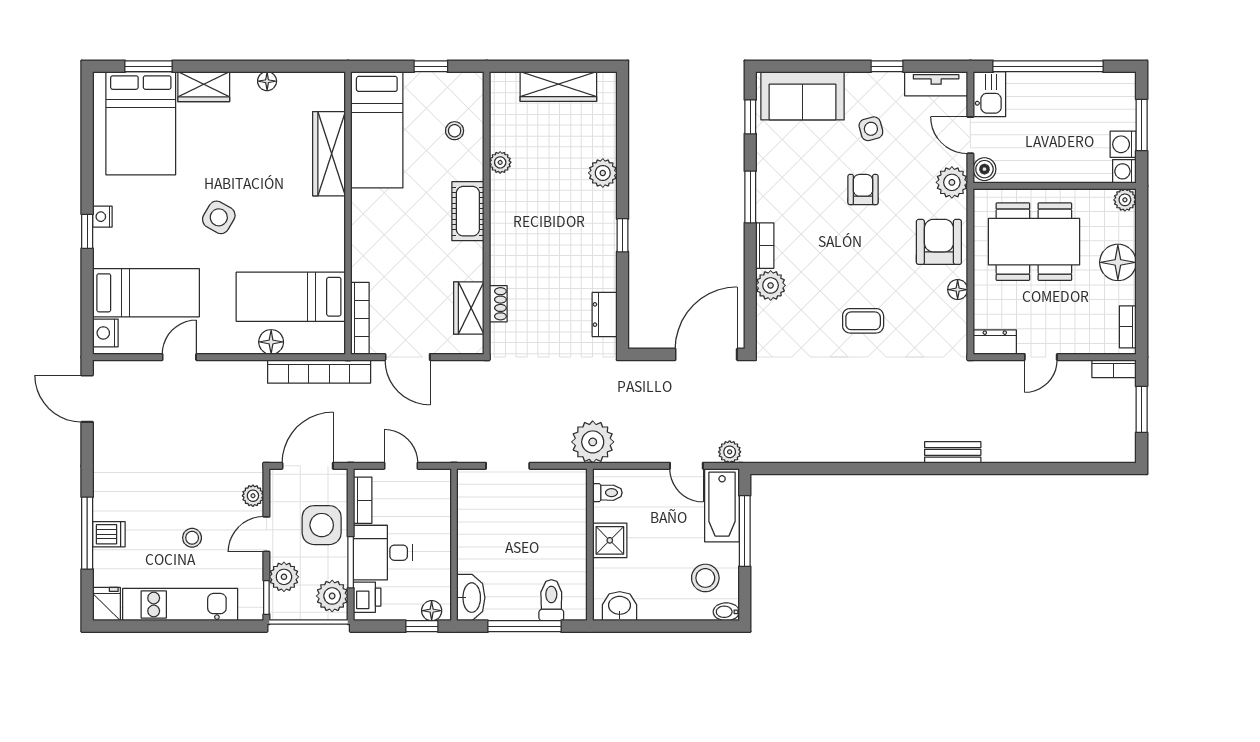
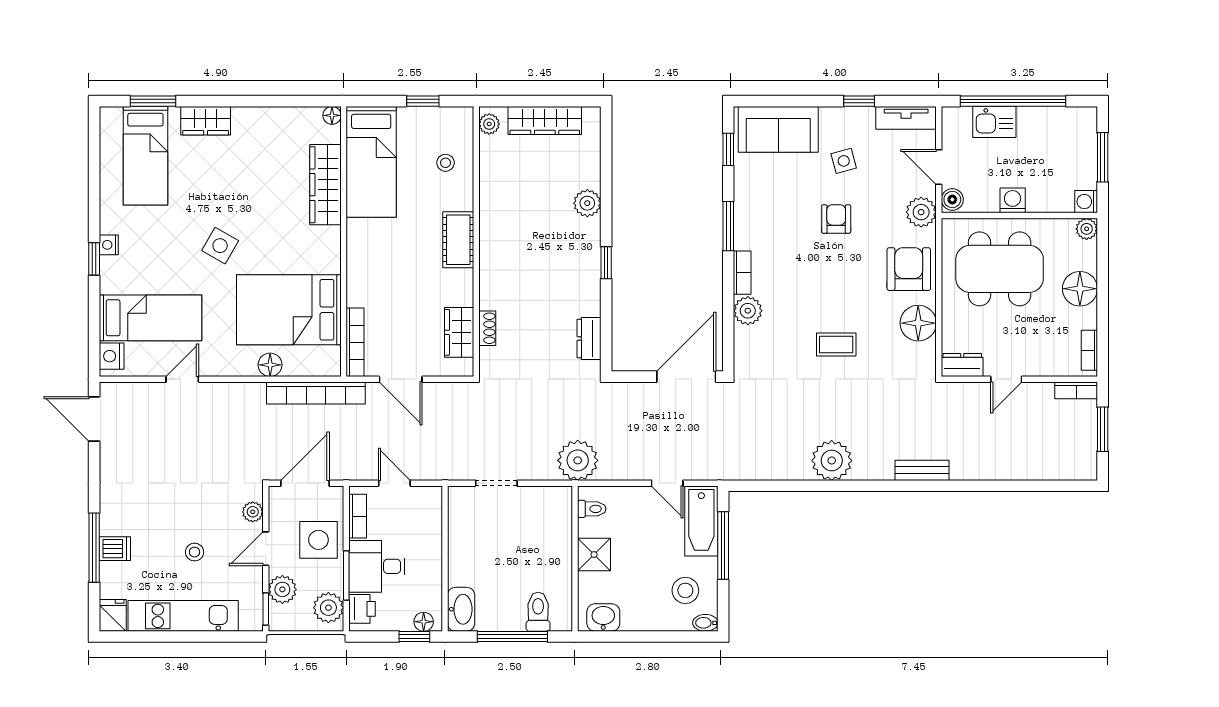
floor lamp: (267, 81) -> (332, 115), moved
kitchen sink: (989, 94) -> (994, 122), moved, turned 90
bed: (141, 123) -> (145, 156), width x0.67
washing machine: (1123, 144) -> (1013, 200), moved, turned 90
plant: (500, 162) -> (489, 124), moved
floor lamp: (958, 290) -> (918, 323), width x1.89, depth x1.89
bed: (291, 297) -> (289, 310), width x1.50
plant: (730, 452) -> (832, 461), moved, width x1.88, depth x1.88

